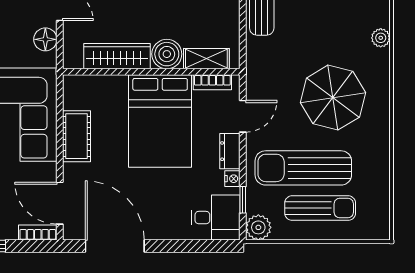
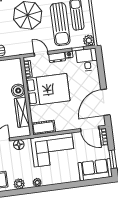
shelving: (206, 59) -> (18, 73), removed
cot: (76, 136) -> (44, 127), moved
door: (60, 203) -> (90, 129), hinge flipped

